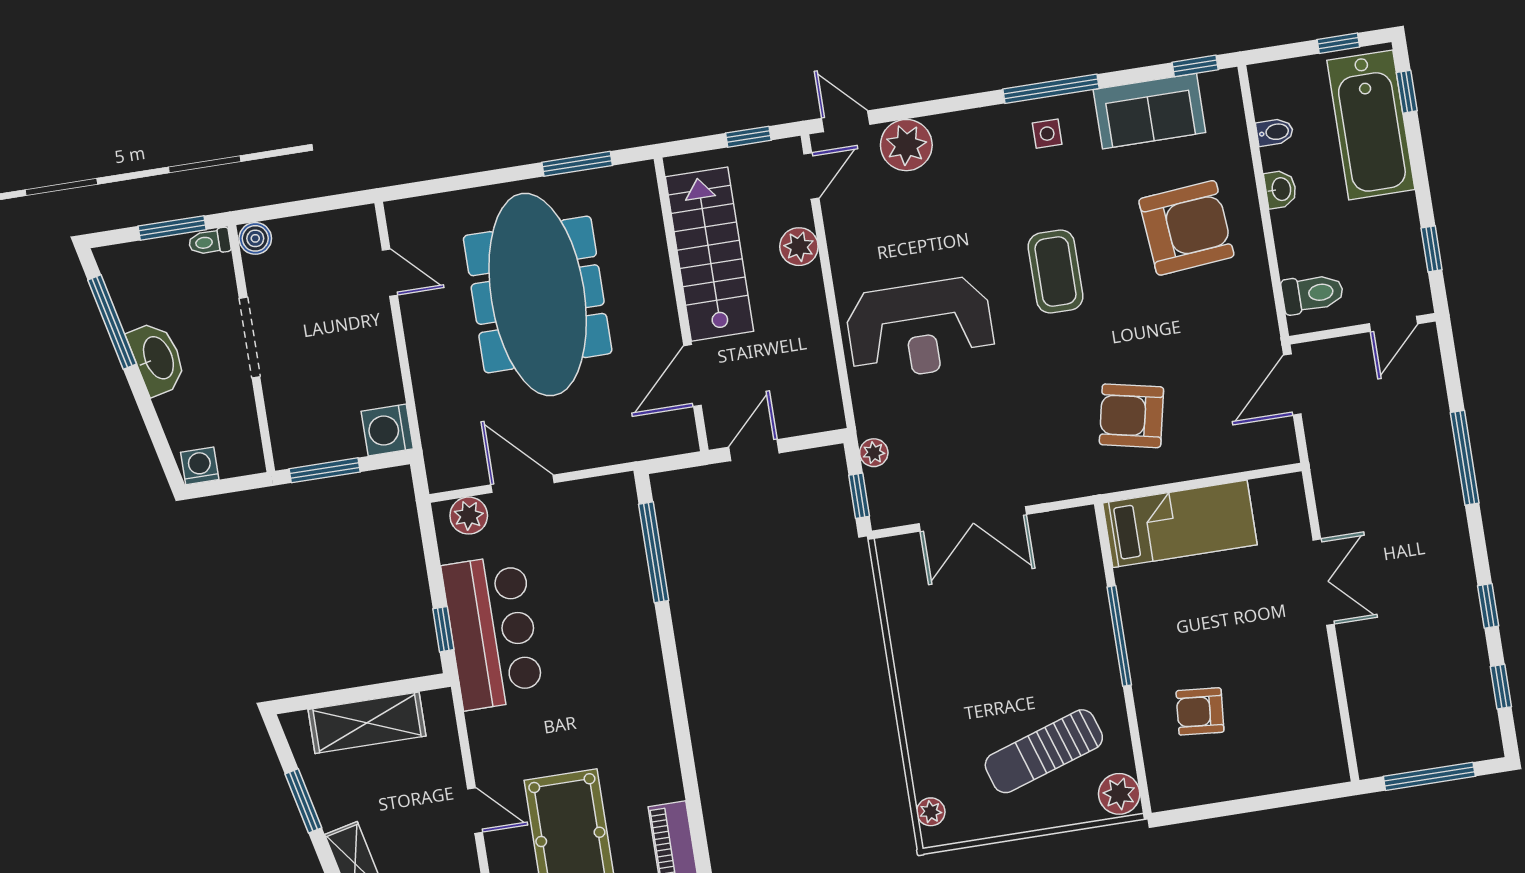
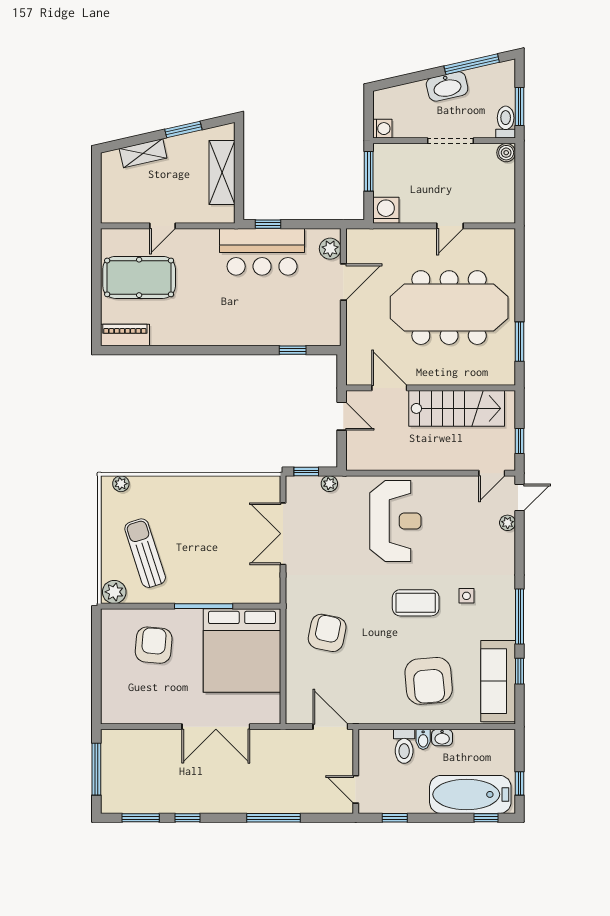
window: (1195, 66) -> (520, 671), moved
sofa: (1149, 111) -> (498, 681), width x1.36
bidet: (1275, 132) -> (423, 739), moved
side table: (1047, 134) -> (466, 596), moved
plant: (906, 145) -> (508, 523), width x0.53, depth x0.53
door: (811, 176) -> (492, 473), hinge flipped
toilet: (210, 242) -> (506, 122), width x1.37, depth x1.39
plant: (799, 247) -> (453, 460), removed
door: (390, 273) -> (450, 226), moved
toilet: (1313, 294) -> (404, 746), moved
reception desk: (920, 329) -> (395, 521), turned 180
washing machine: (200, 466) -> (382, 129), moved
bed: (1180, 524) -> (242, 651), width x2.04
window: (654, 552) -> (293, 350), width x0.46
double door: (1324, 582) -> (216, 727), width x1.37
window: (1501, 687) -> (141, 818), width x1.50
armchair: (1200, 711) -> (154, 645), width x1.38, depth x1.38

